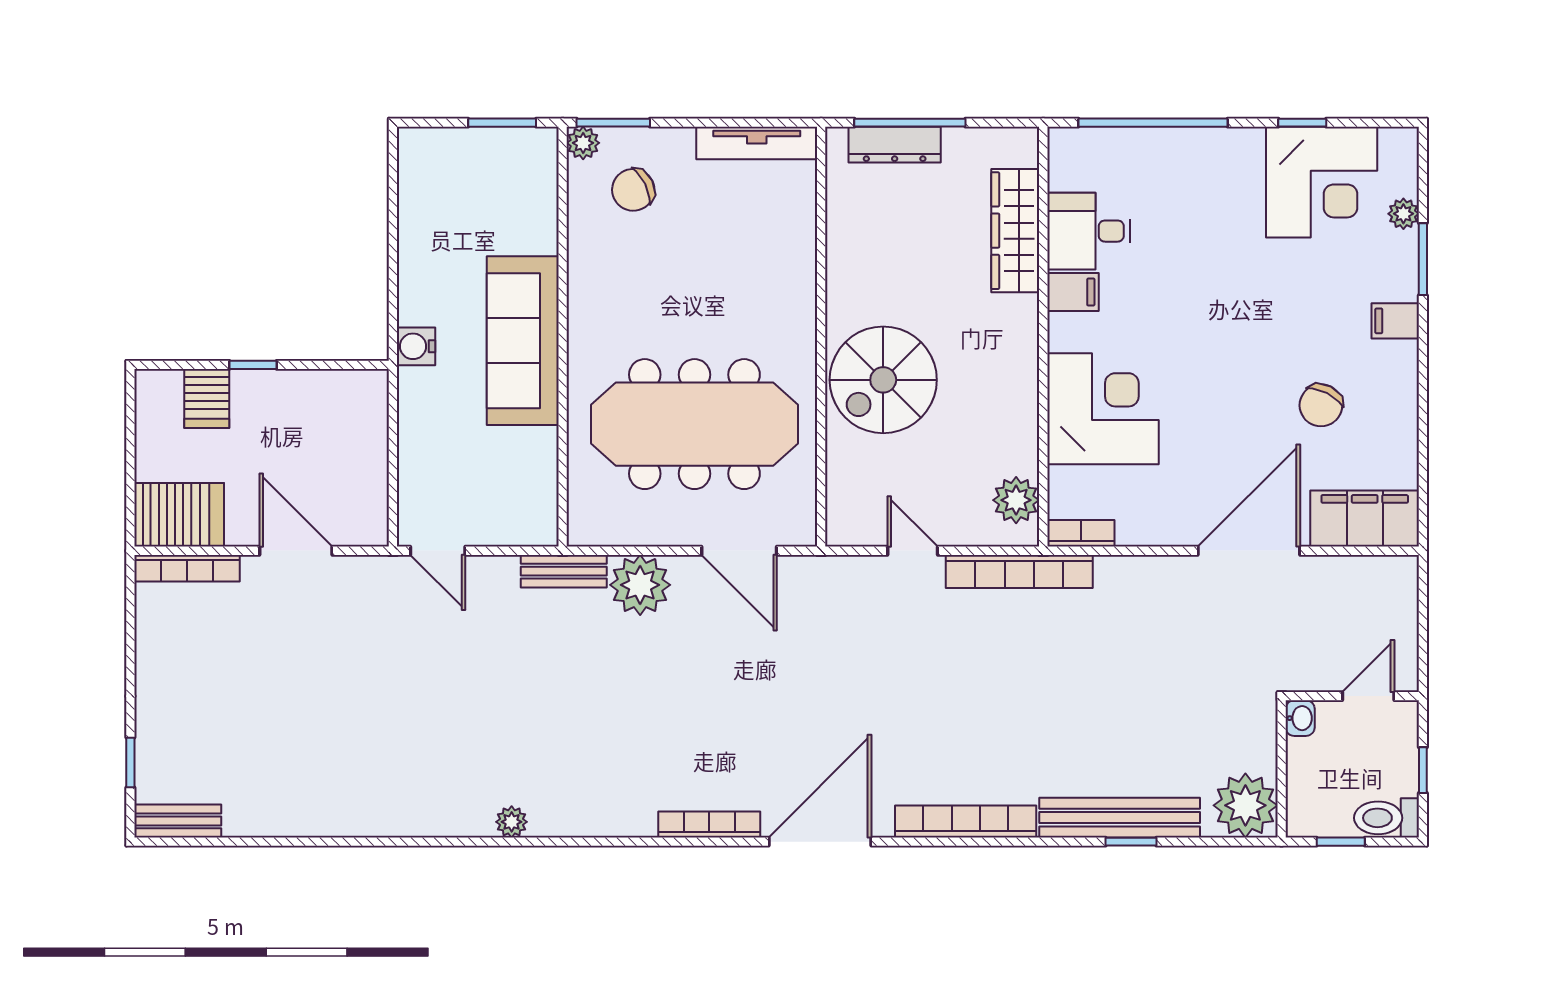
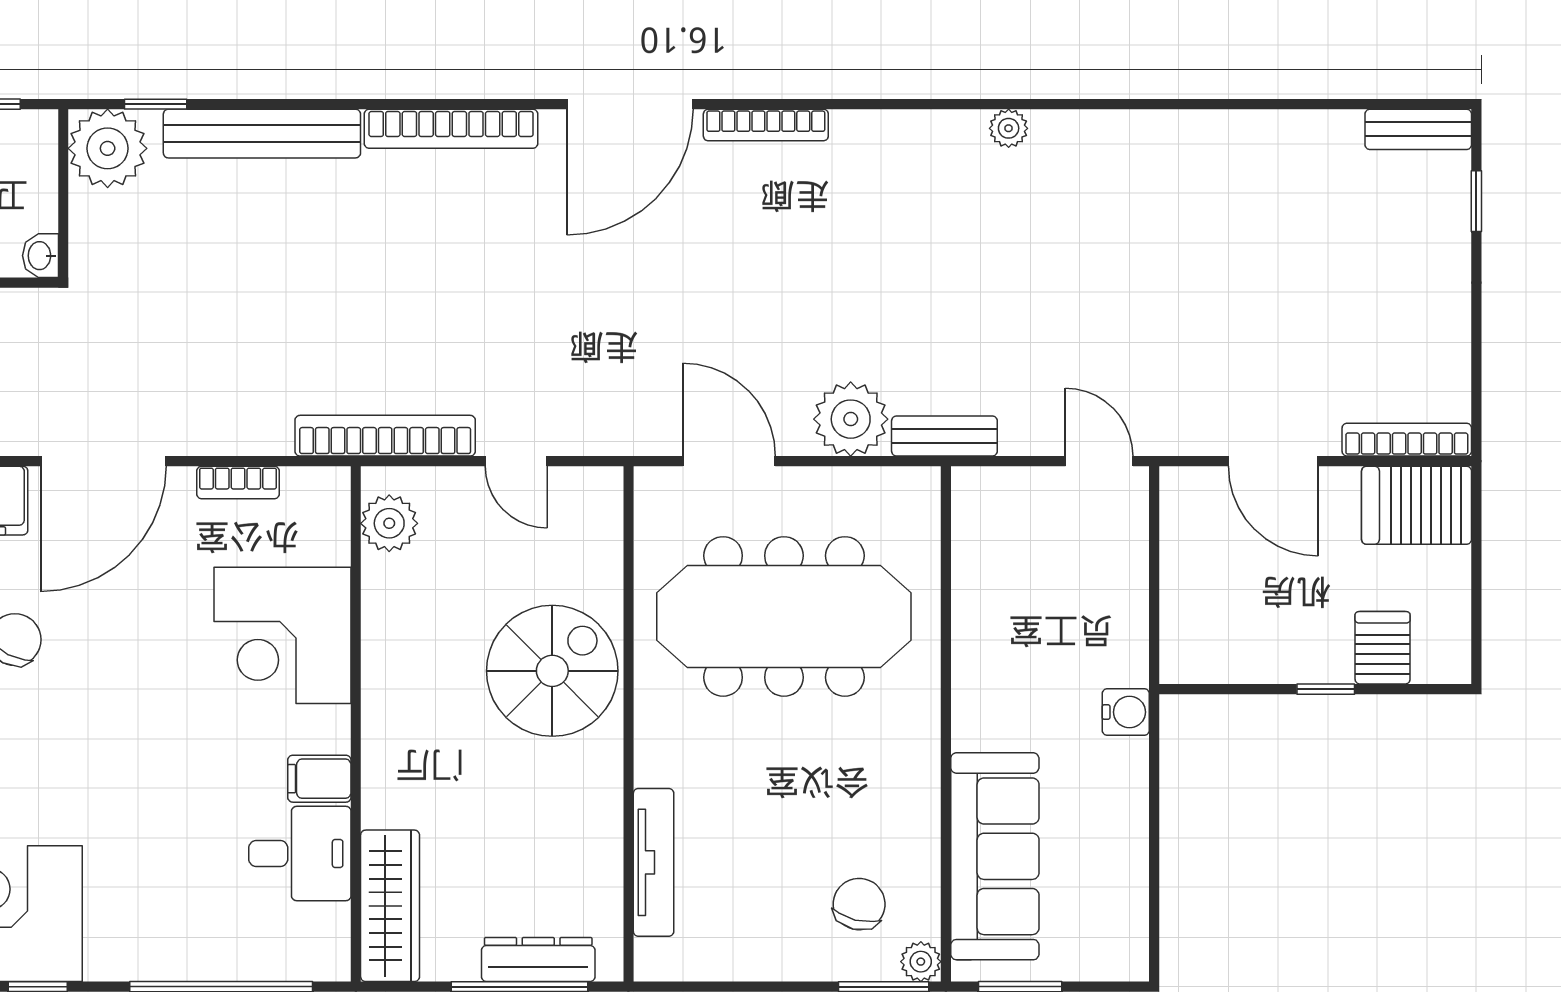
tv unit: (757, 143) -> (654, 862), moved, turned 90
chair: (633, 190) -> (859, 904), turned -50
wardrobe: (1015, 231) -> (390, 906), moved
sofa: (523, 341) -> (995, 856), moved
bookcase: (1081, 533) -> (238, 482), moved
window: (1131, 842) -> (156, 104), moved

